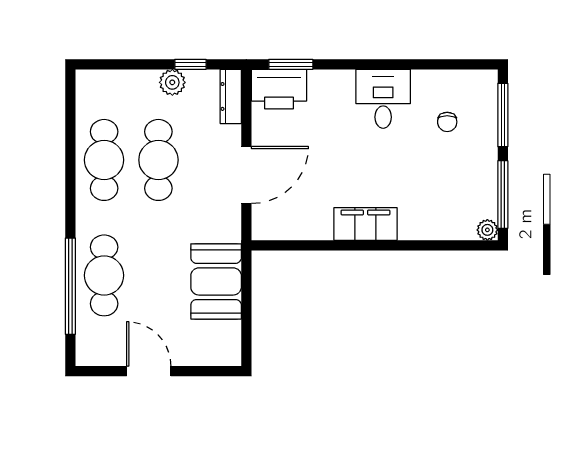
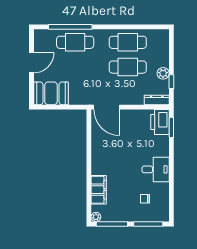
door: (246, 175) -> (107, 107), moved
filing cabinet: (365, 224) -> (99, 190), moved
booth: (216, 281) -> (51, 93), moved

